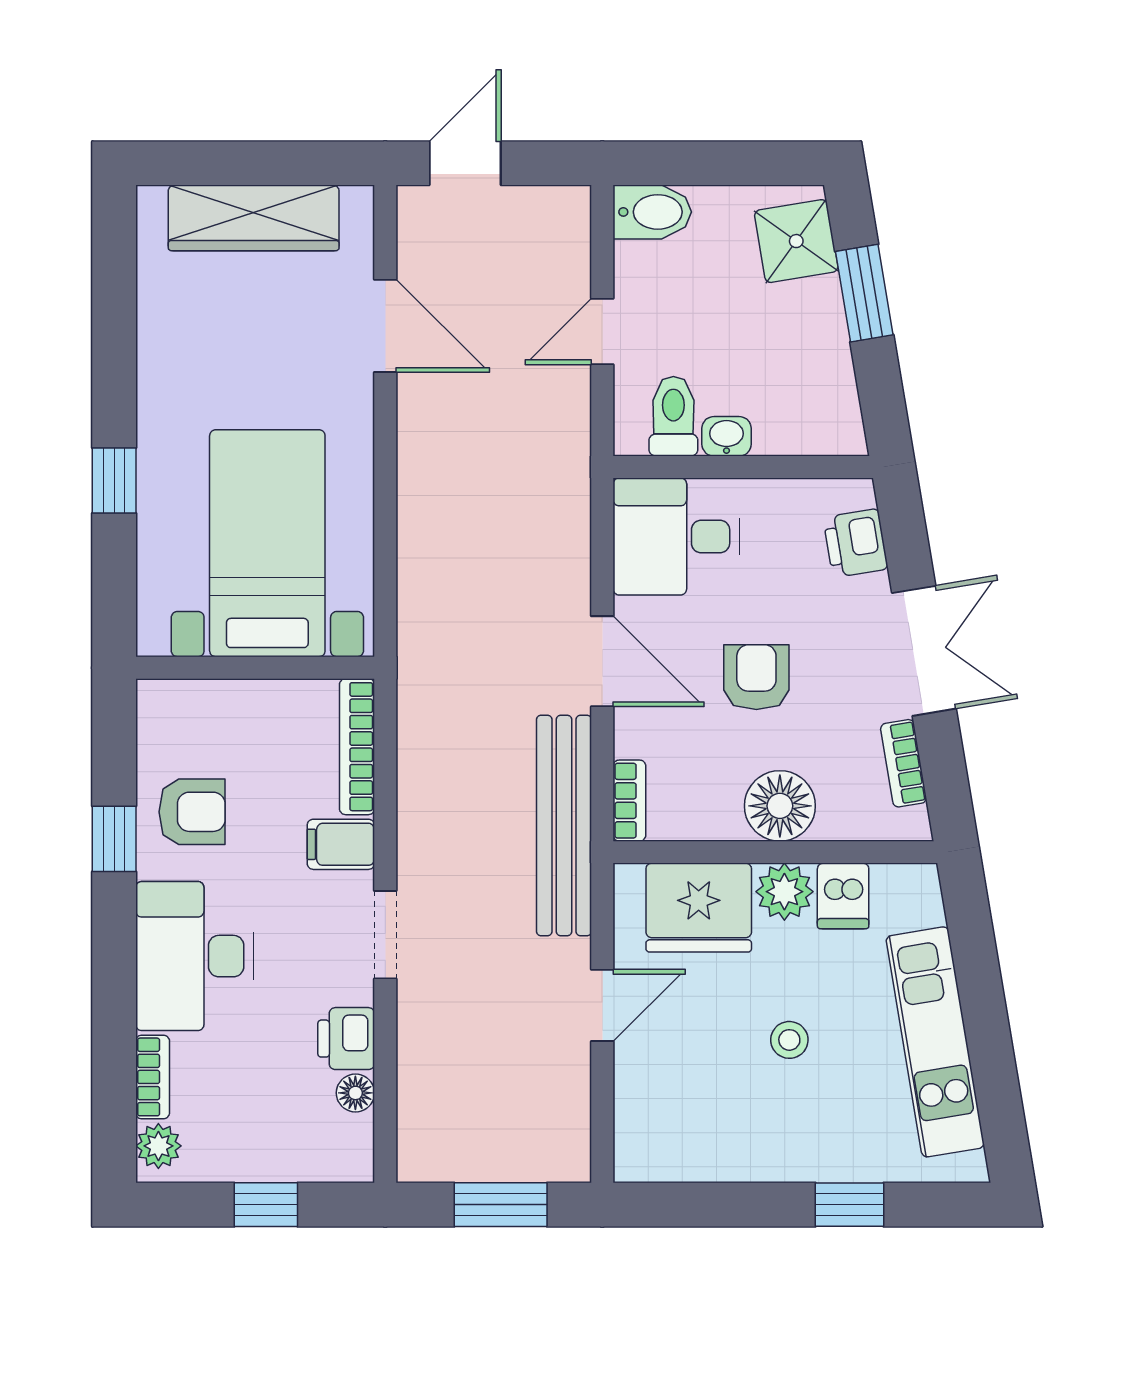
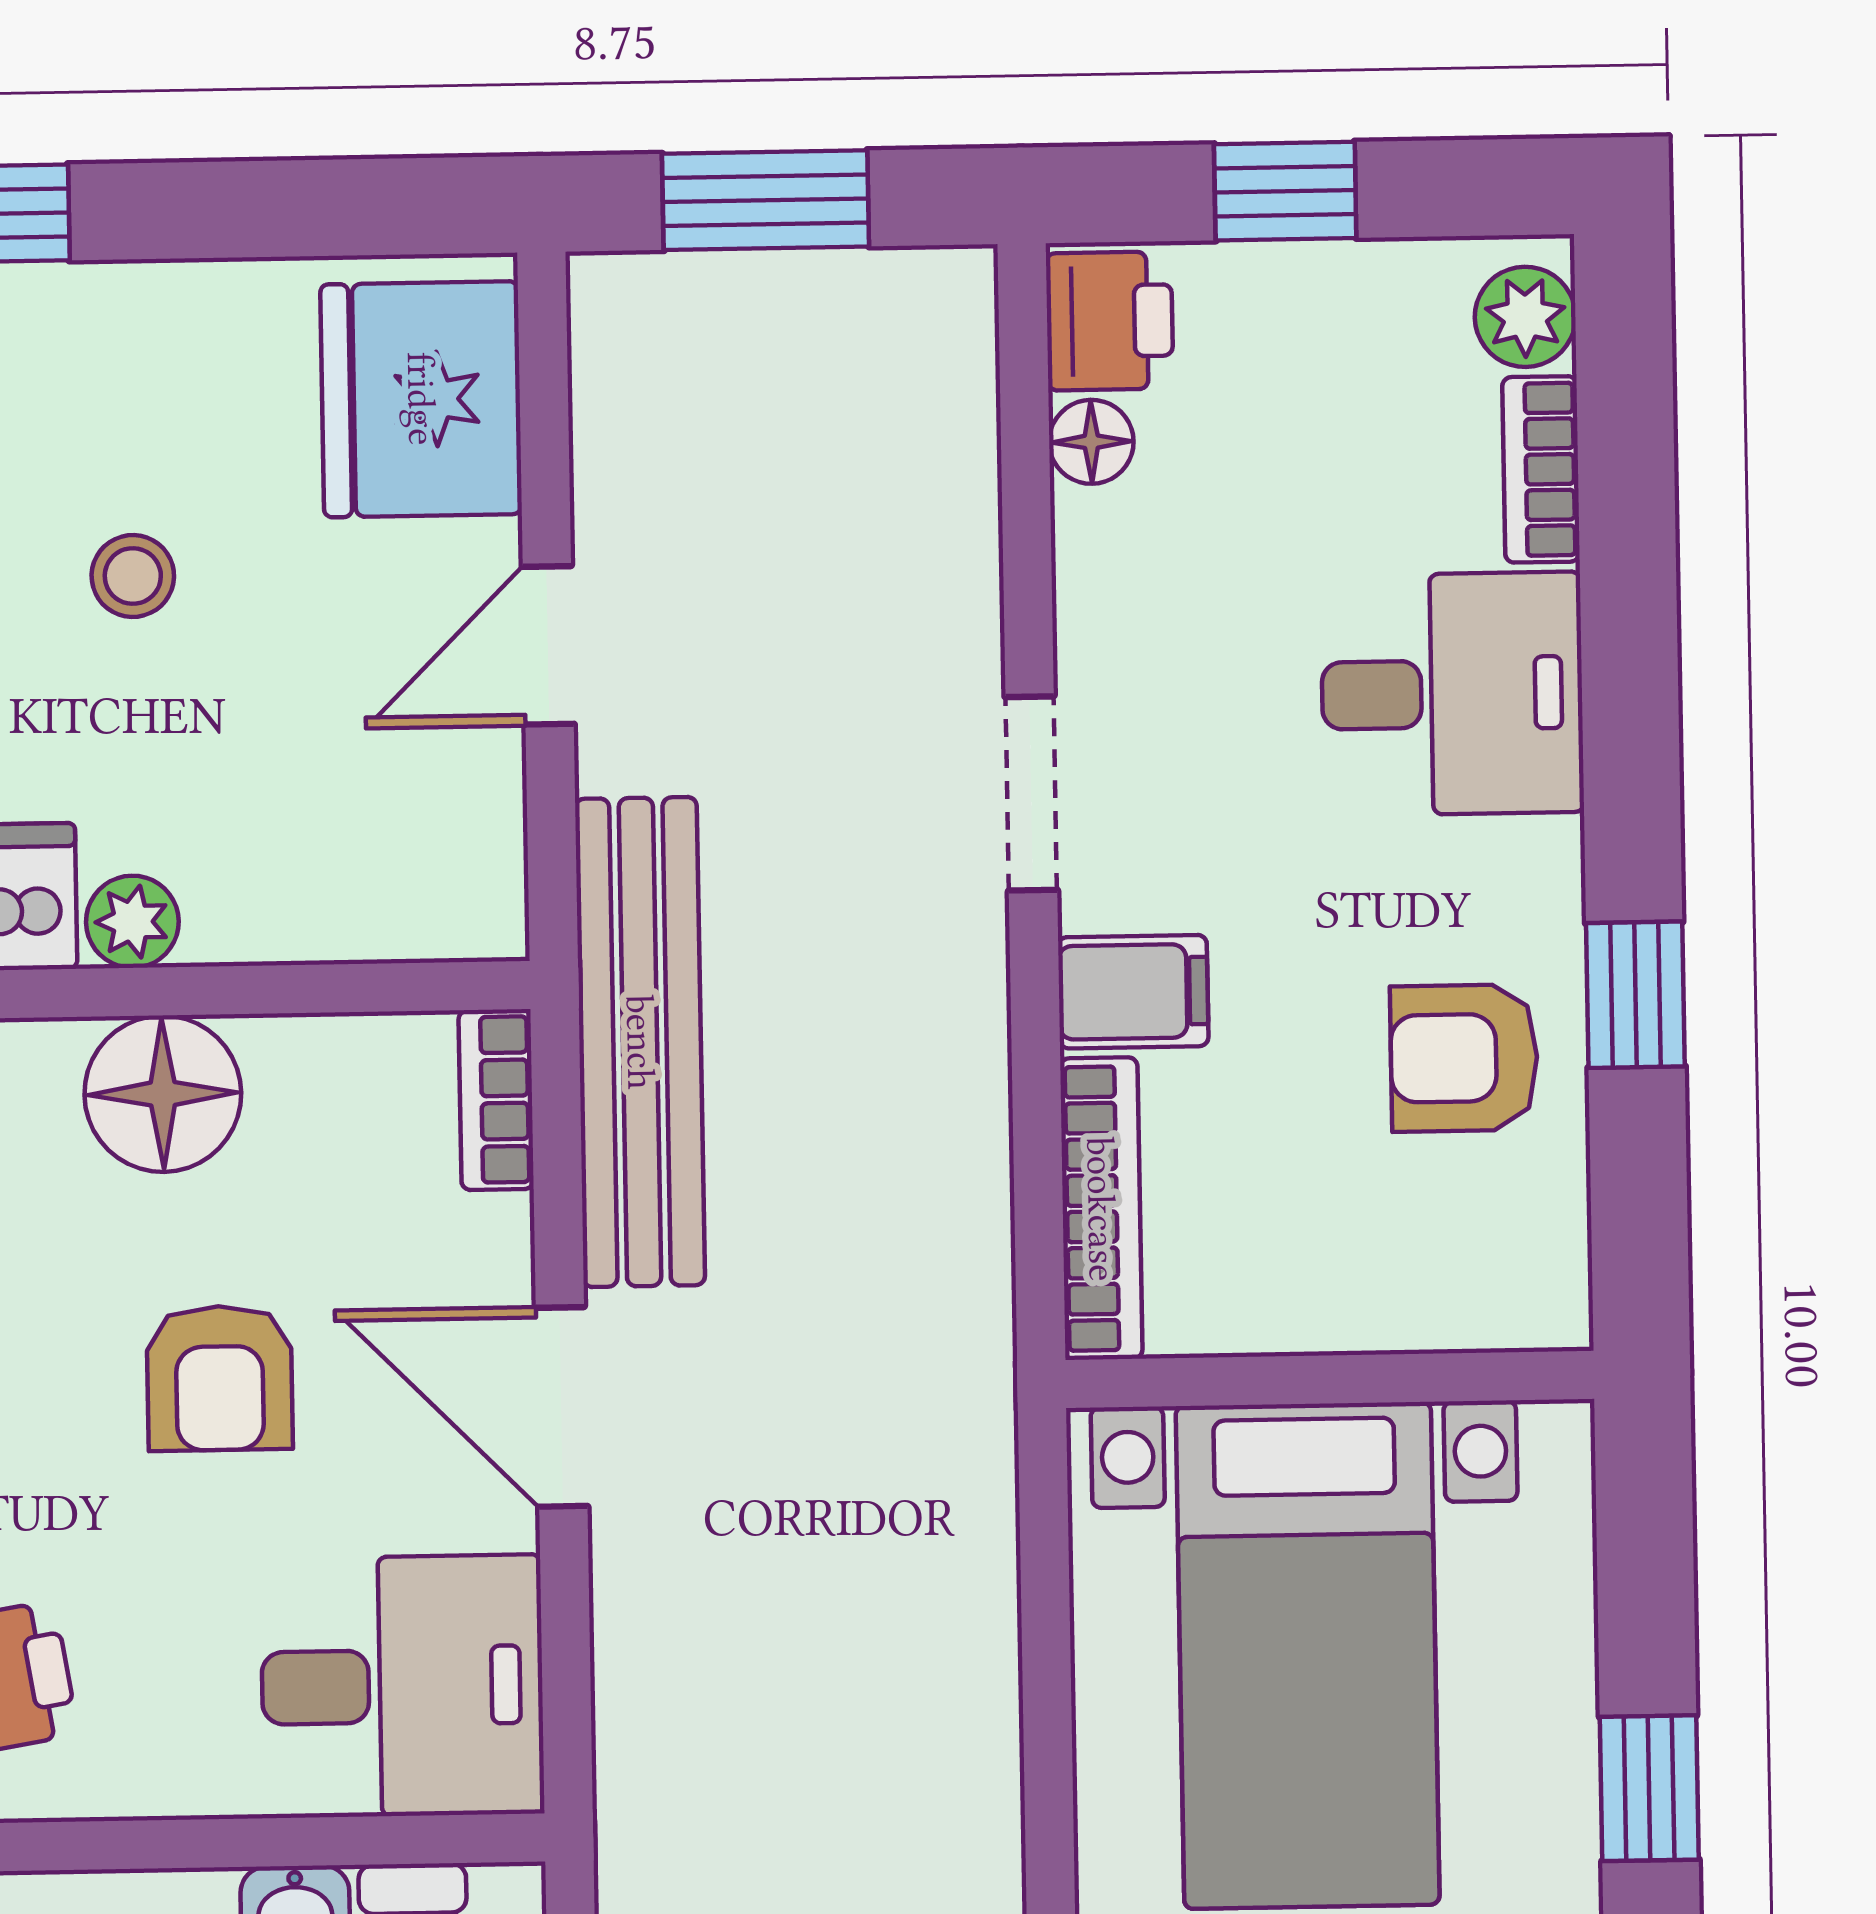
plant: (784, 892) -> (132, 922), width x0.73, depth x0.73
fridge: (699, 908) -> (421, 399), moved, turned -90
desk: (194, 956) -> (1452, 694), width x0.73
printer: (346, 1039) -> (1110, 321), moved

